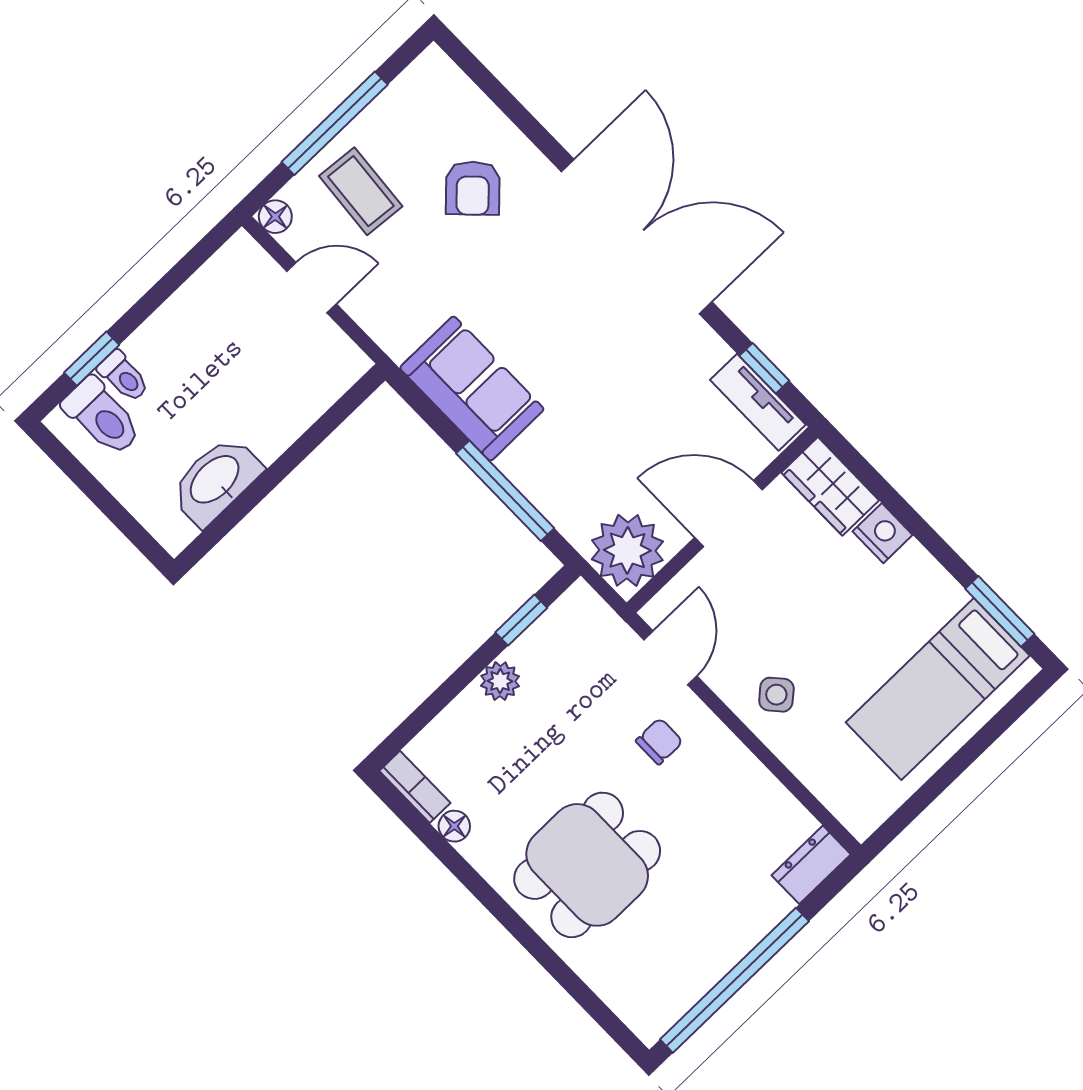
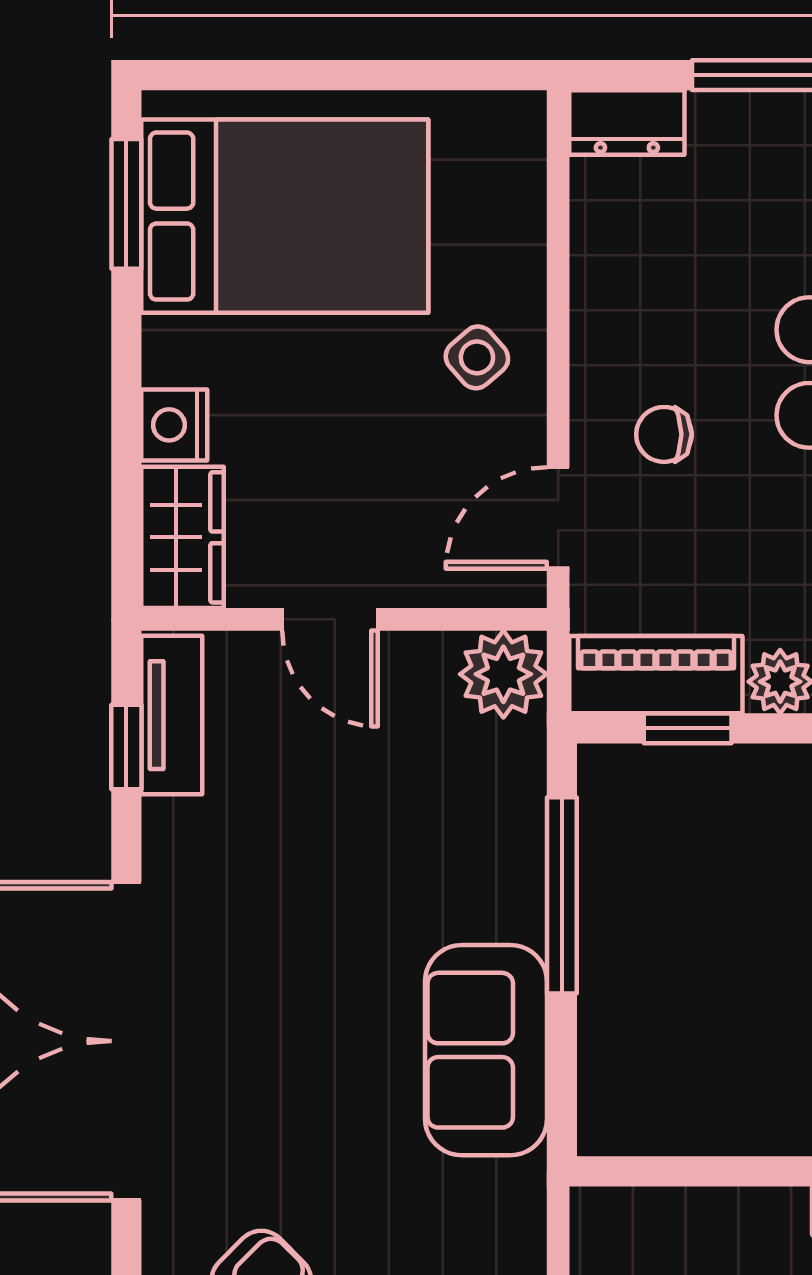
door: (729, 514) -> (330, 619), width x0.73
plant: (627, 550) -> (503, 674), width x0.73, depth x0.73
piano: (559, 630) -> (656, 675), added
bed: (938, 689) -> (285, 216), width x1.50

